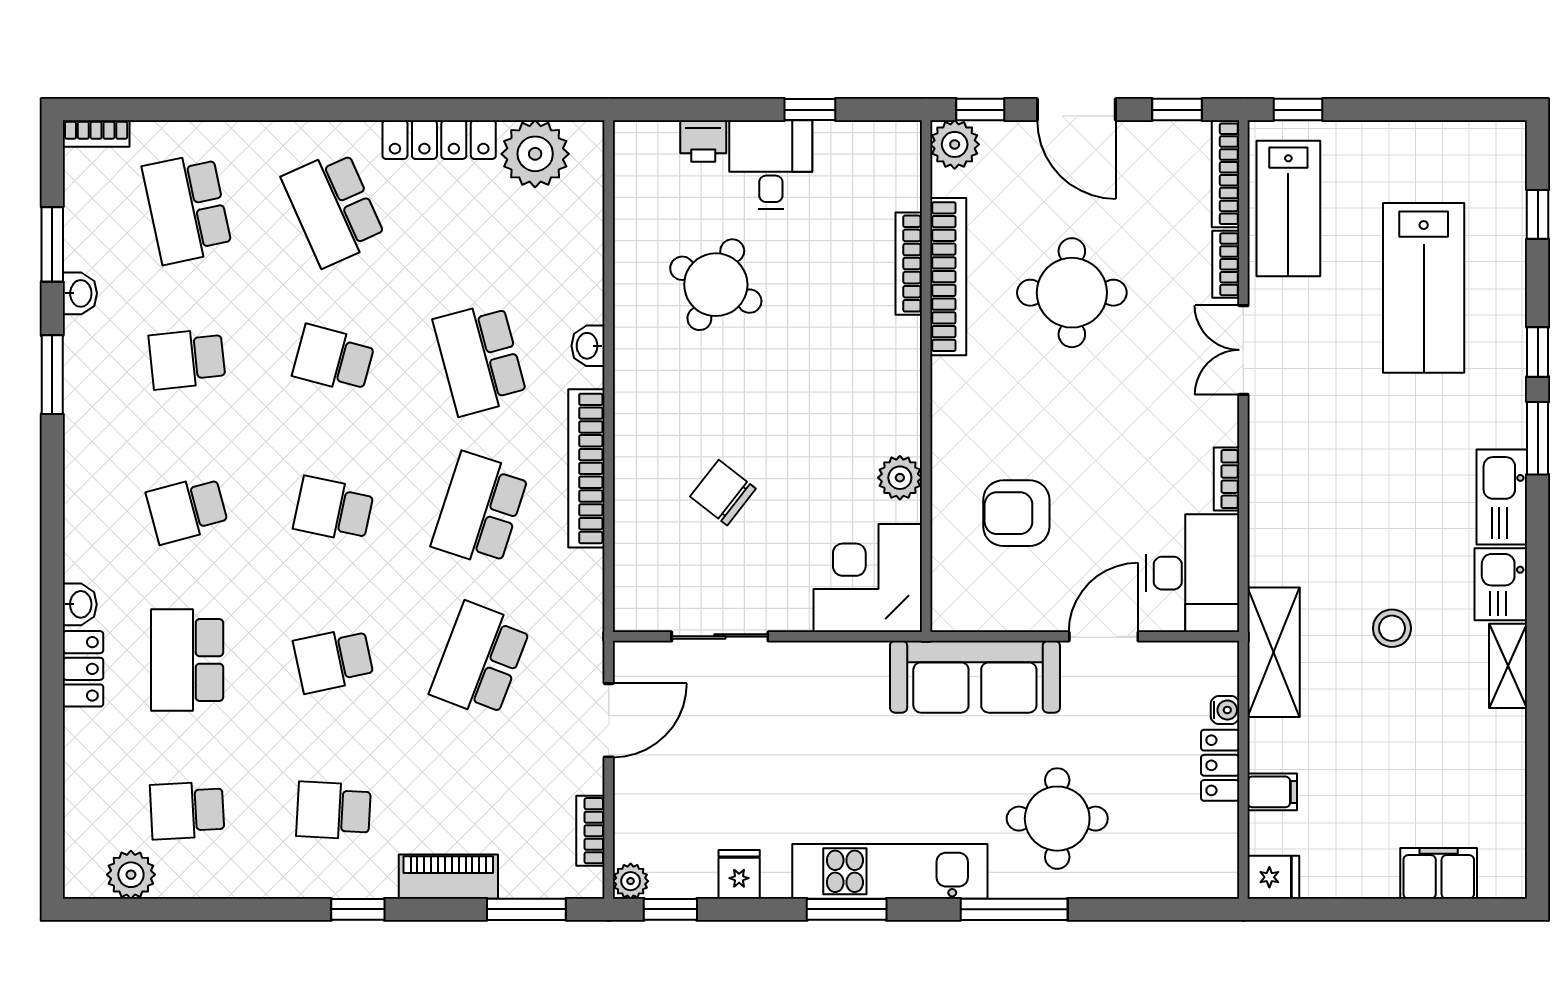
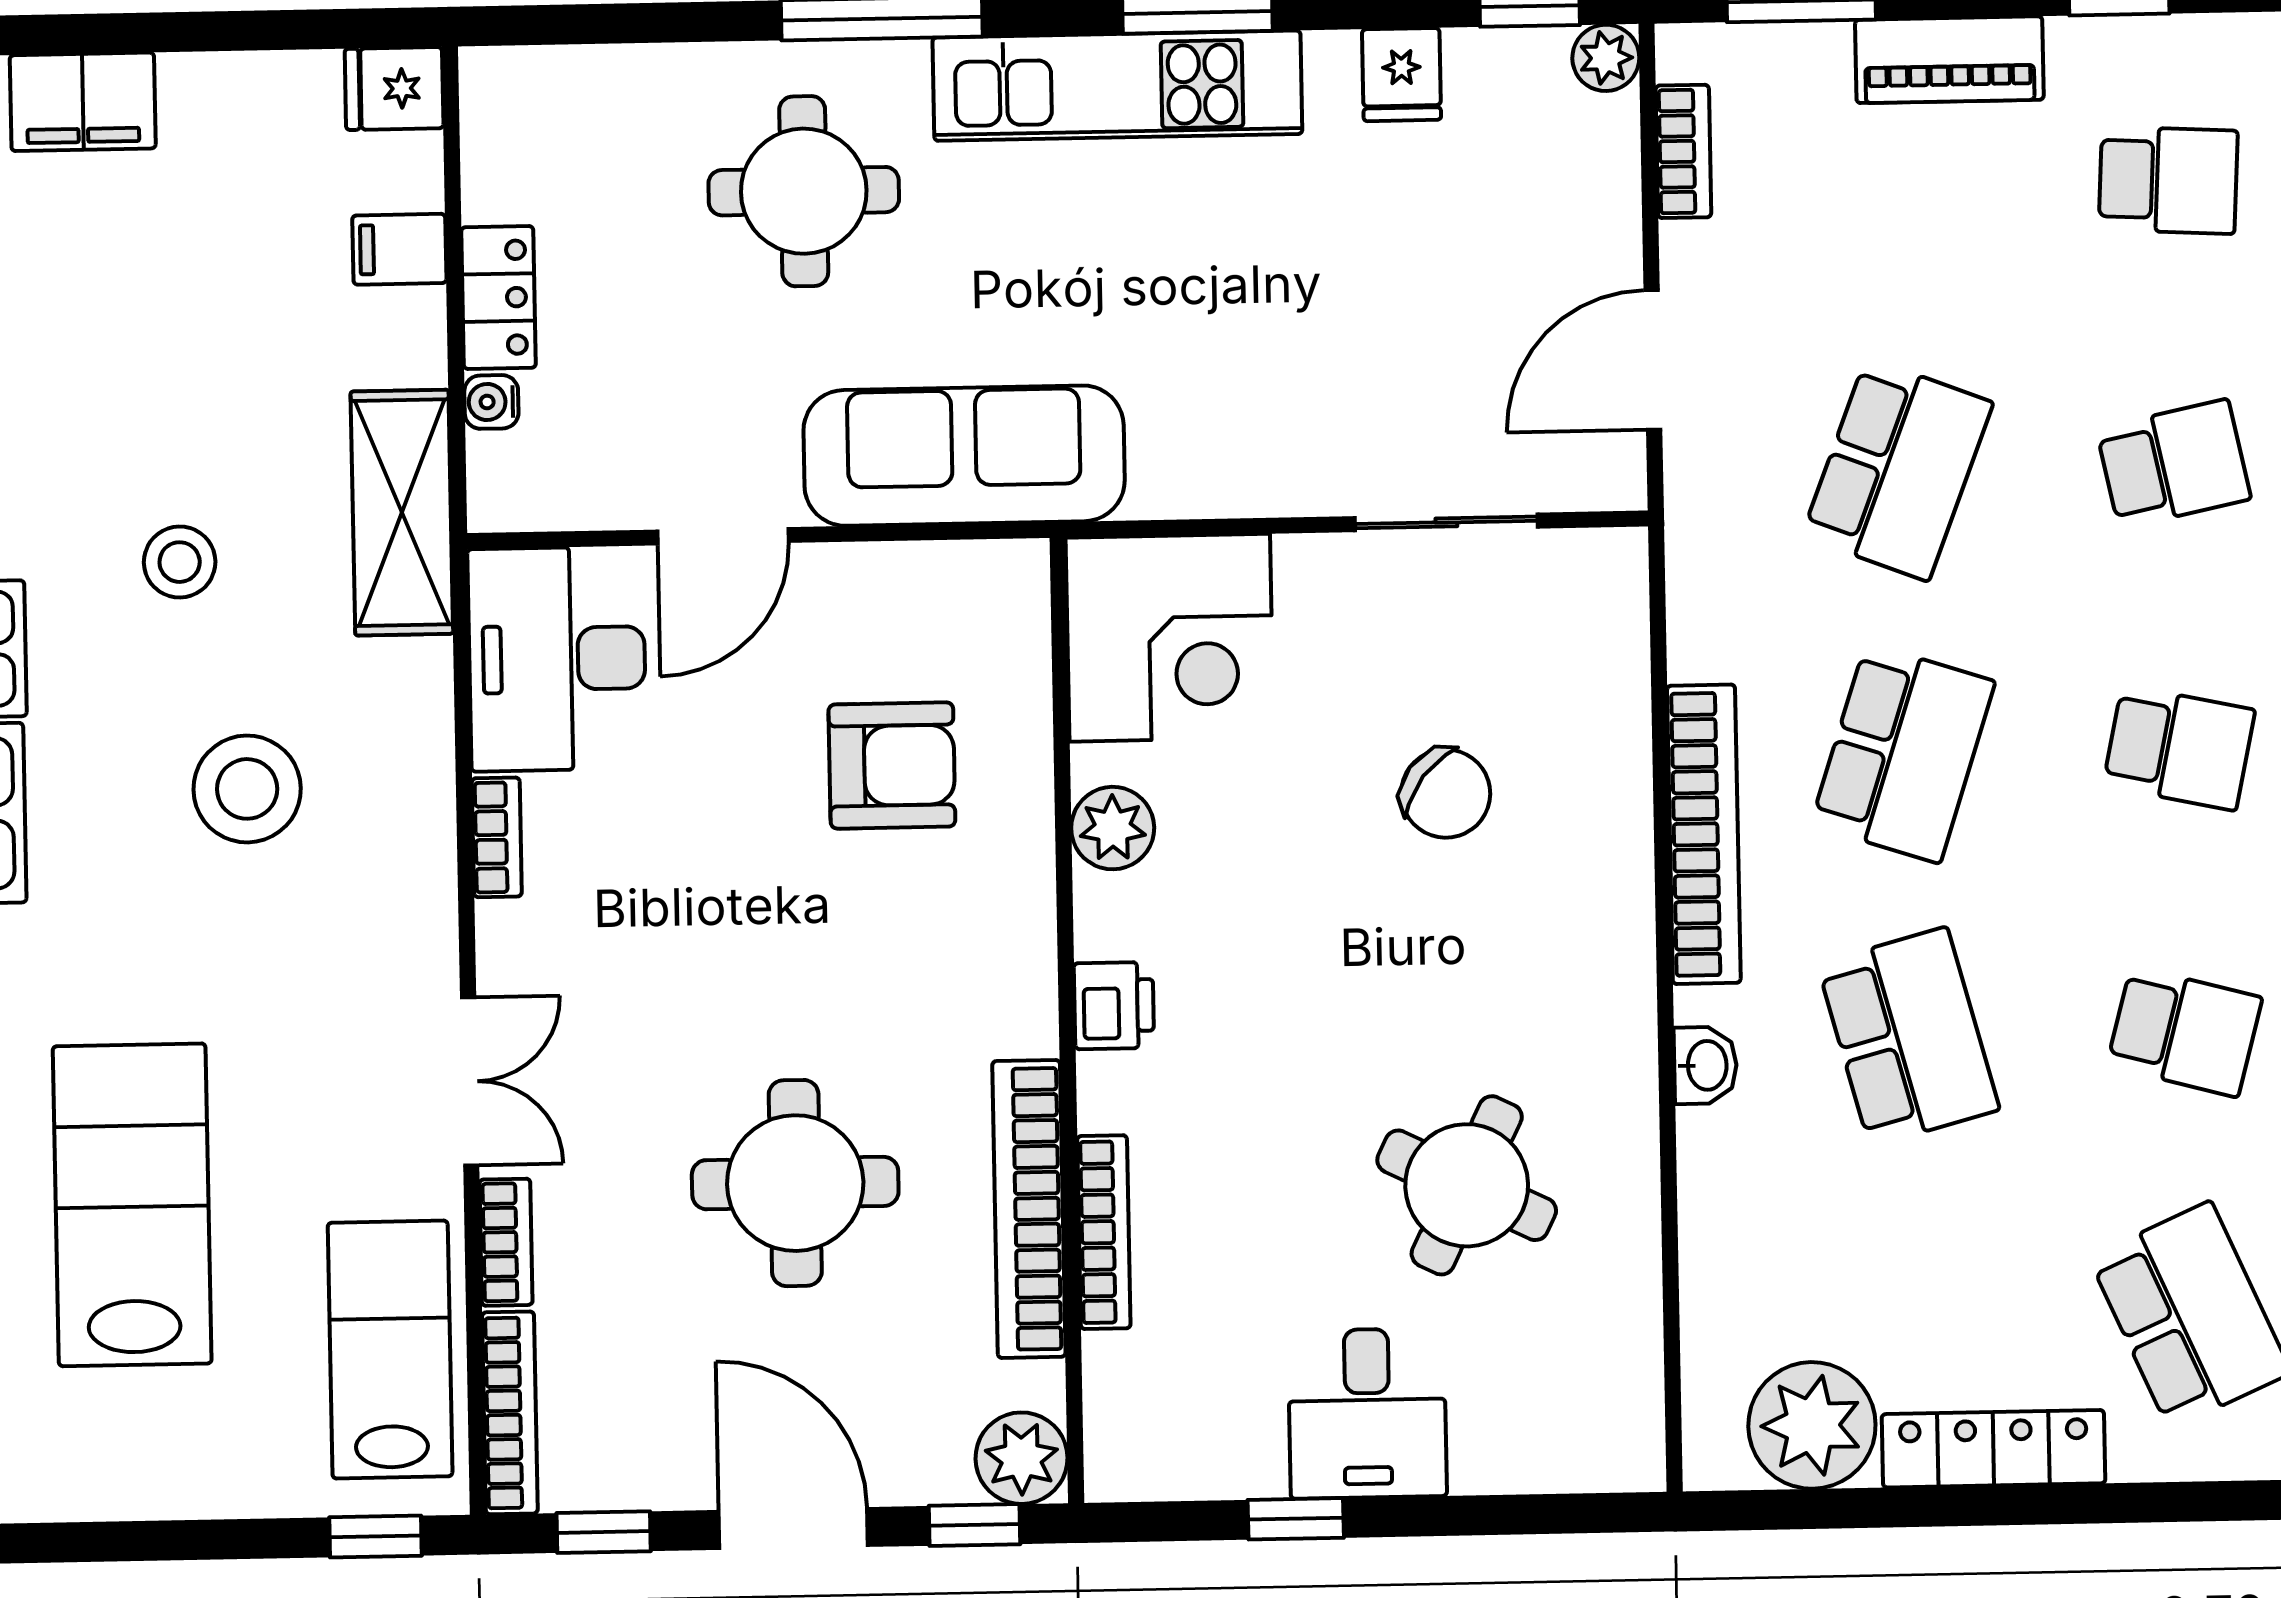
printer: (703, 141) -> (1114, 1006), moved, turned 90
stool: (1358, 507) -> (247, 789), added

